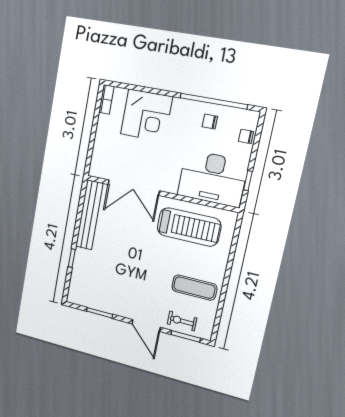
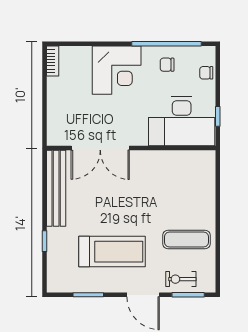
corner desk: (146, 115) -> (117, 70), moved
treadmill: (189, 227) -> (112, 252), moved

